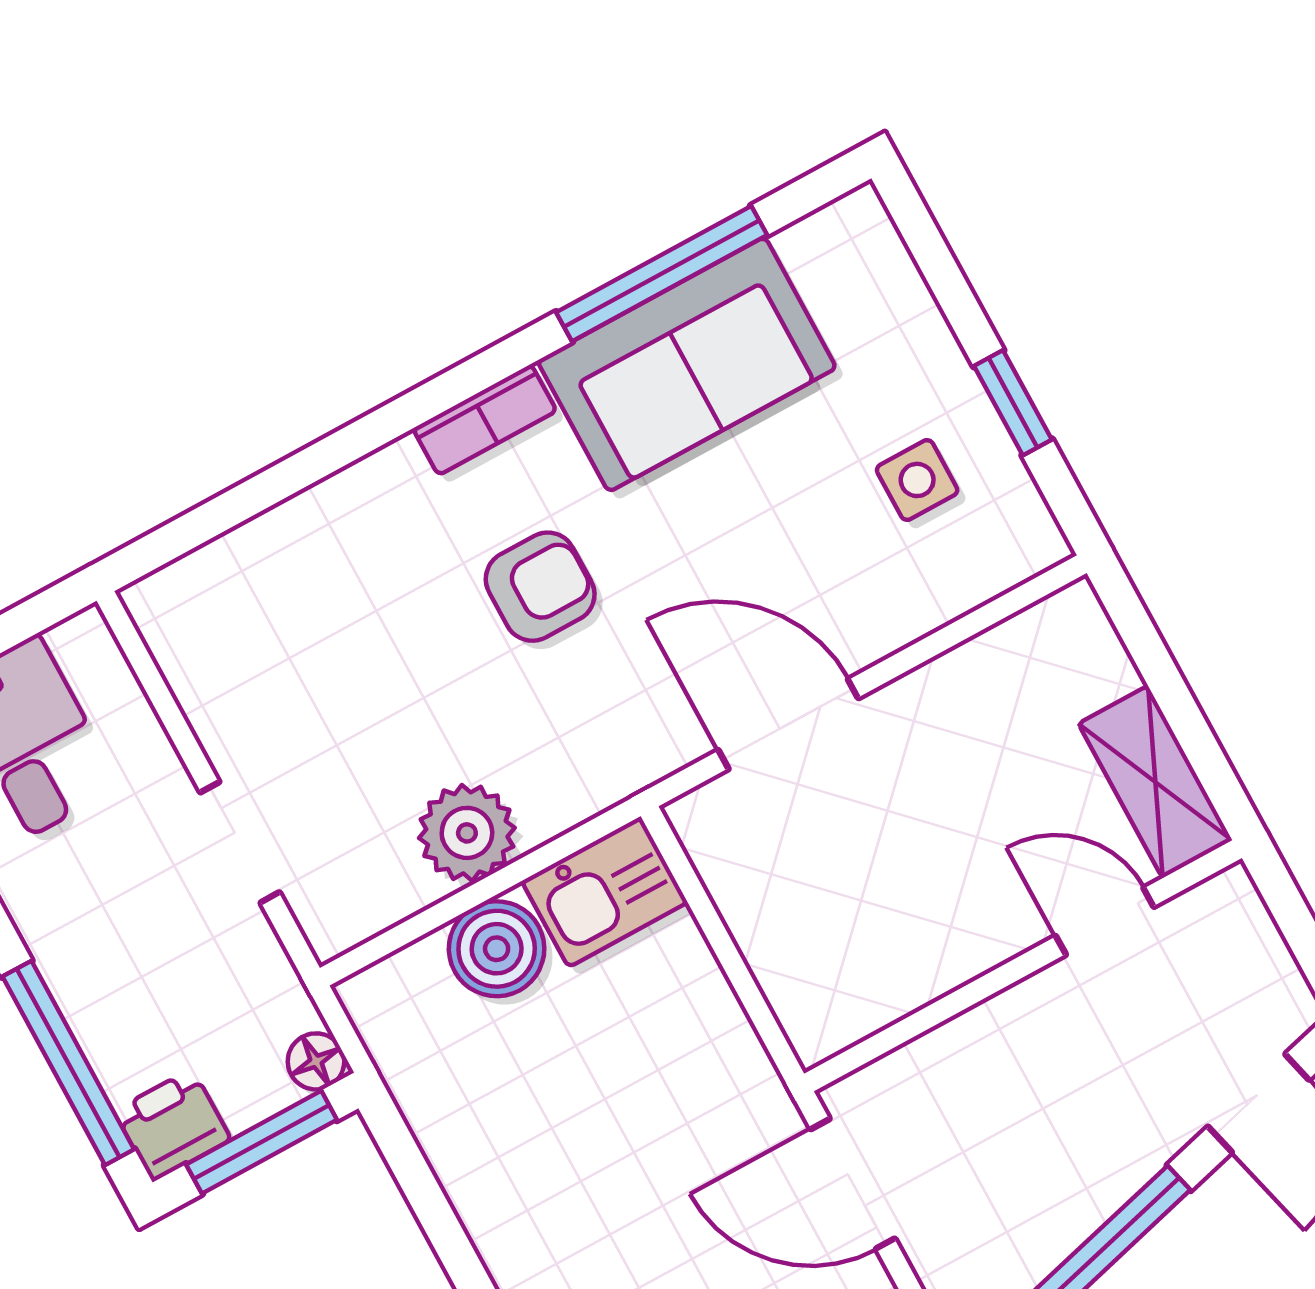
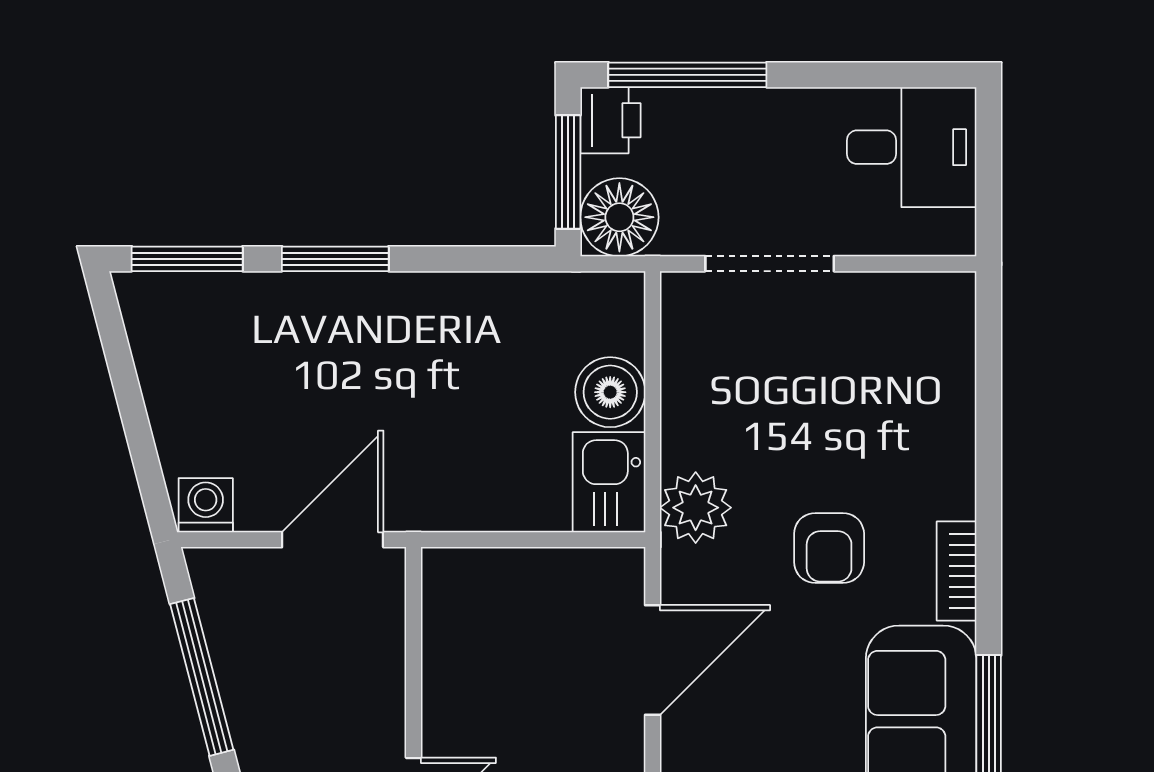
plant: (467, 833) -> (696, 508), moved
doorway: (240, 842) -> (770, 264), width x1.38
floor lamp: (316, 1061) -> (619, 217), width x1.89, depth x1.89

